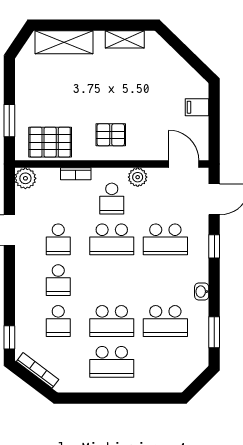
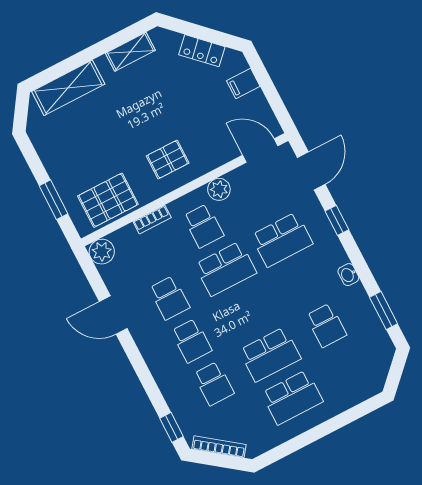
locker: (179, 66) -> (202, 51), added
school desk: (165, 321) -> (326, 325), width x0.54

